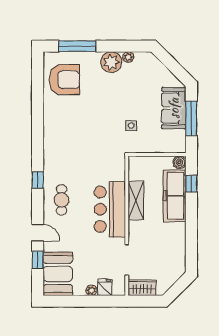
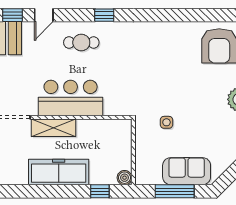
freezer: (175, 196) -> (59, 172), moved
shelving: (136, 201) -> (54, 128), moved

